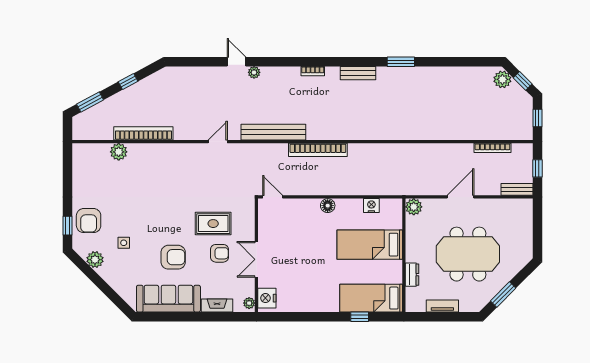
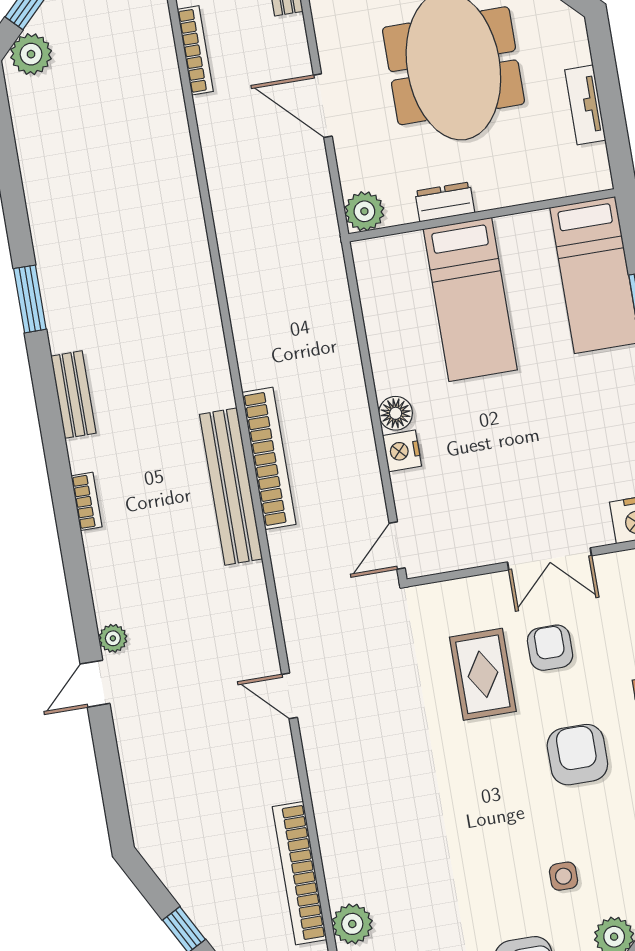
bench: (273, 132) -> (231, 487), moved
nightstand: (371, 206) -> (402, 451), moved
dresser: (412, 275) -> (445, 202), moved

